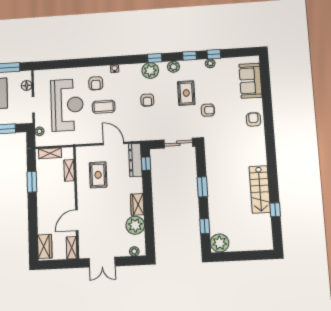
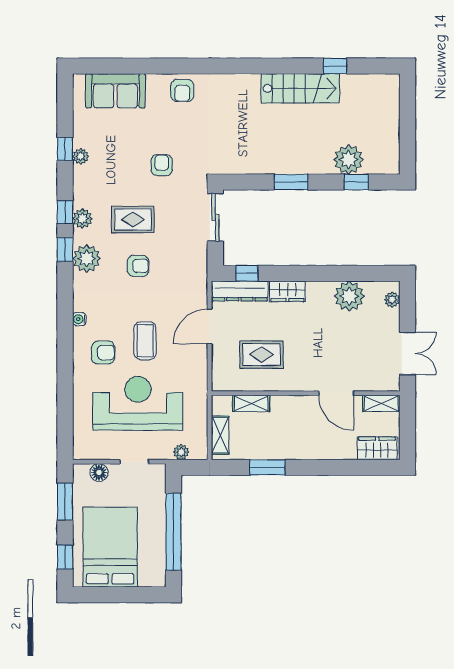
window: (189, 56) -> (65, 212), moved
rug: (186, 93) -> (133, 219), moved
armchair: (253, 119) -> (182, 91), turned -90
wardrobe: (137, 204) -> (287, 291), moved
plant: (220, 243) -> (349, 160), moved

